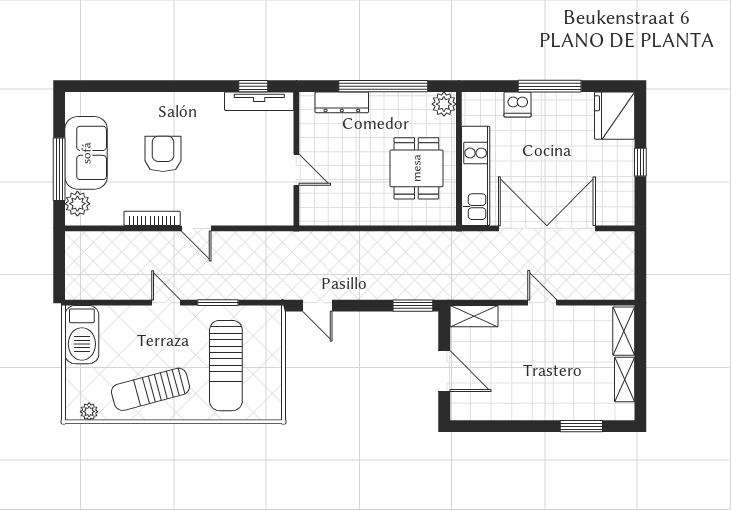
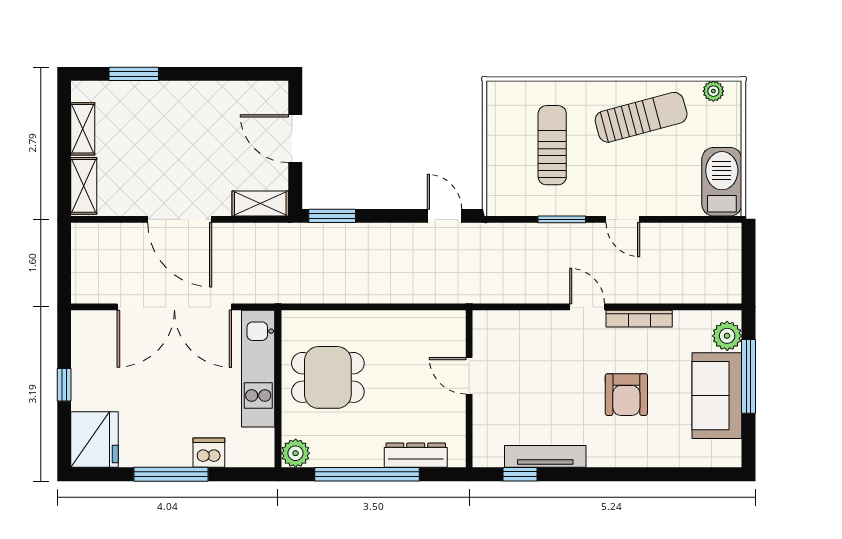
tv unit: (259, 101) -> (545, 456), moved
dining table: (416, 168) -> (328, 377), turned 90
door: (542, 303) -> (180, 219), width x1.87
sun lounger: (226, 366) -> (552, 145), width x0.73, depth x0.75

